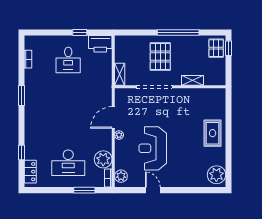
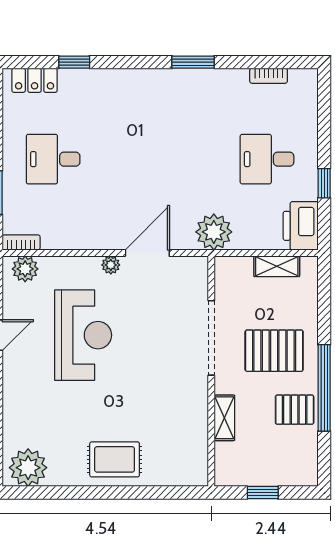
pallet: (216, 48) -> (295, 410), moved
window: (228, 48) -> (263, 493), moved
shelving: (120, 74) -> (277, 266), moved
door: (113, 117) -> (147, 253), hinge flipped
reception desk: (153, 148) -> (83, 335), turned 90
plant: (103, 159) -> (214, 232), moved
desk: (68, 163) -> (53, 159), width x0.73

